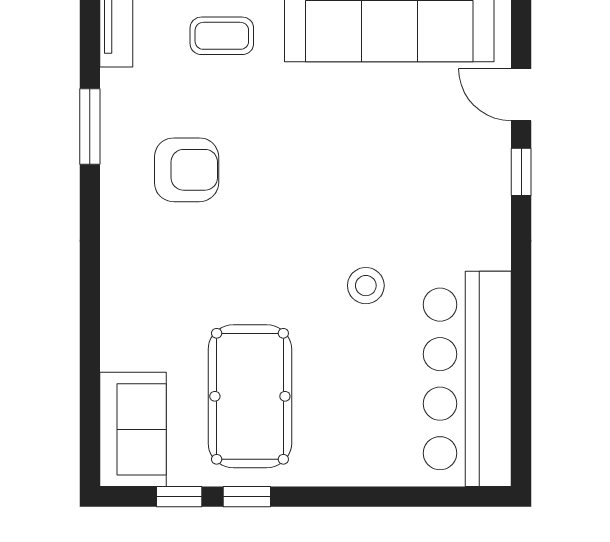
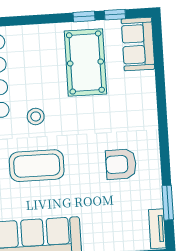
coffee table: (222, 36) -> (37, 166), moved, width x1.86, depth x1.72
window: (90, 127) -> (168, 203), moved

